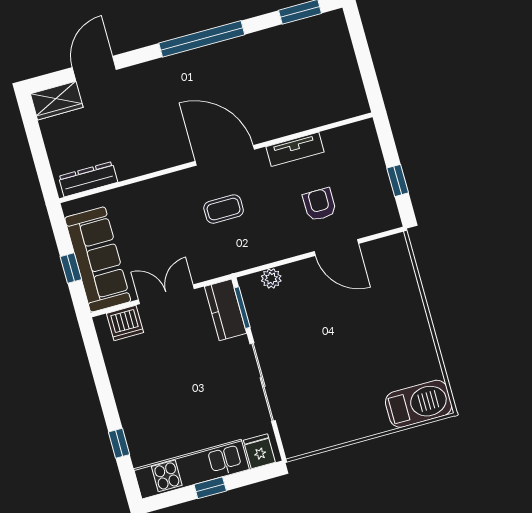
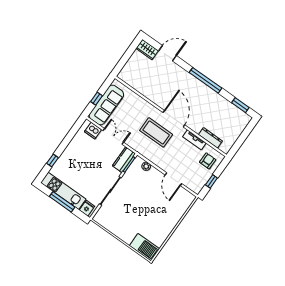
dresser: (88, 179) -> (210, 138), moved
armchair: (319, 204) -> (208, 161), moved
coffee table: (224, 209) -> (156, 132), width x1.86, depth x1.72
window: (210, 488) -> (62, 202), width x2.17

